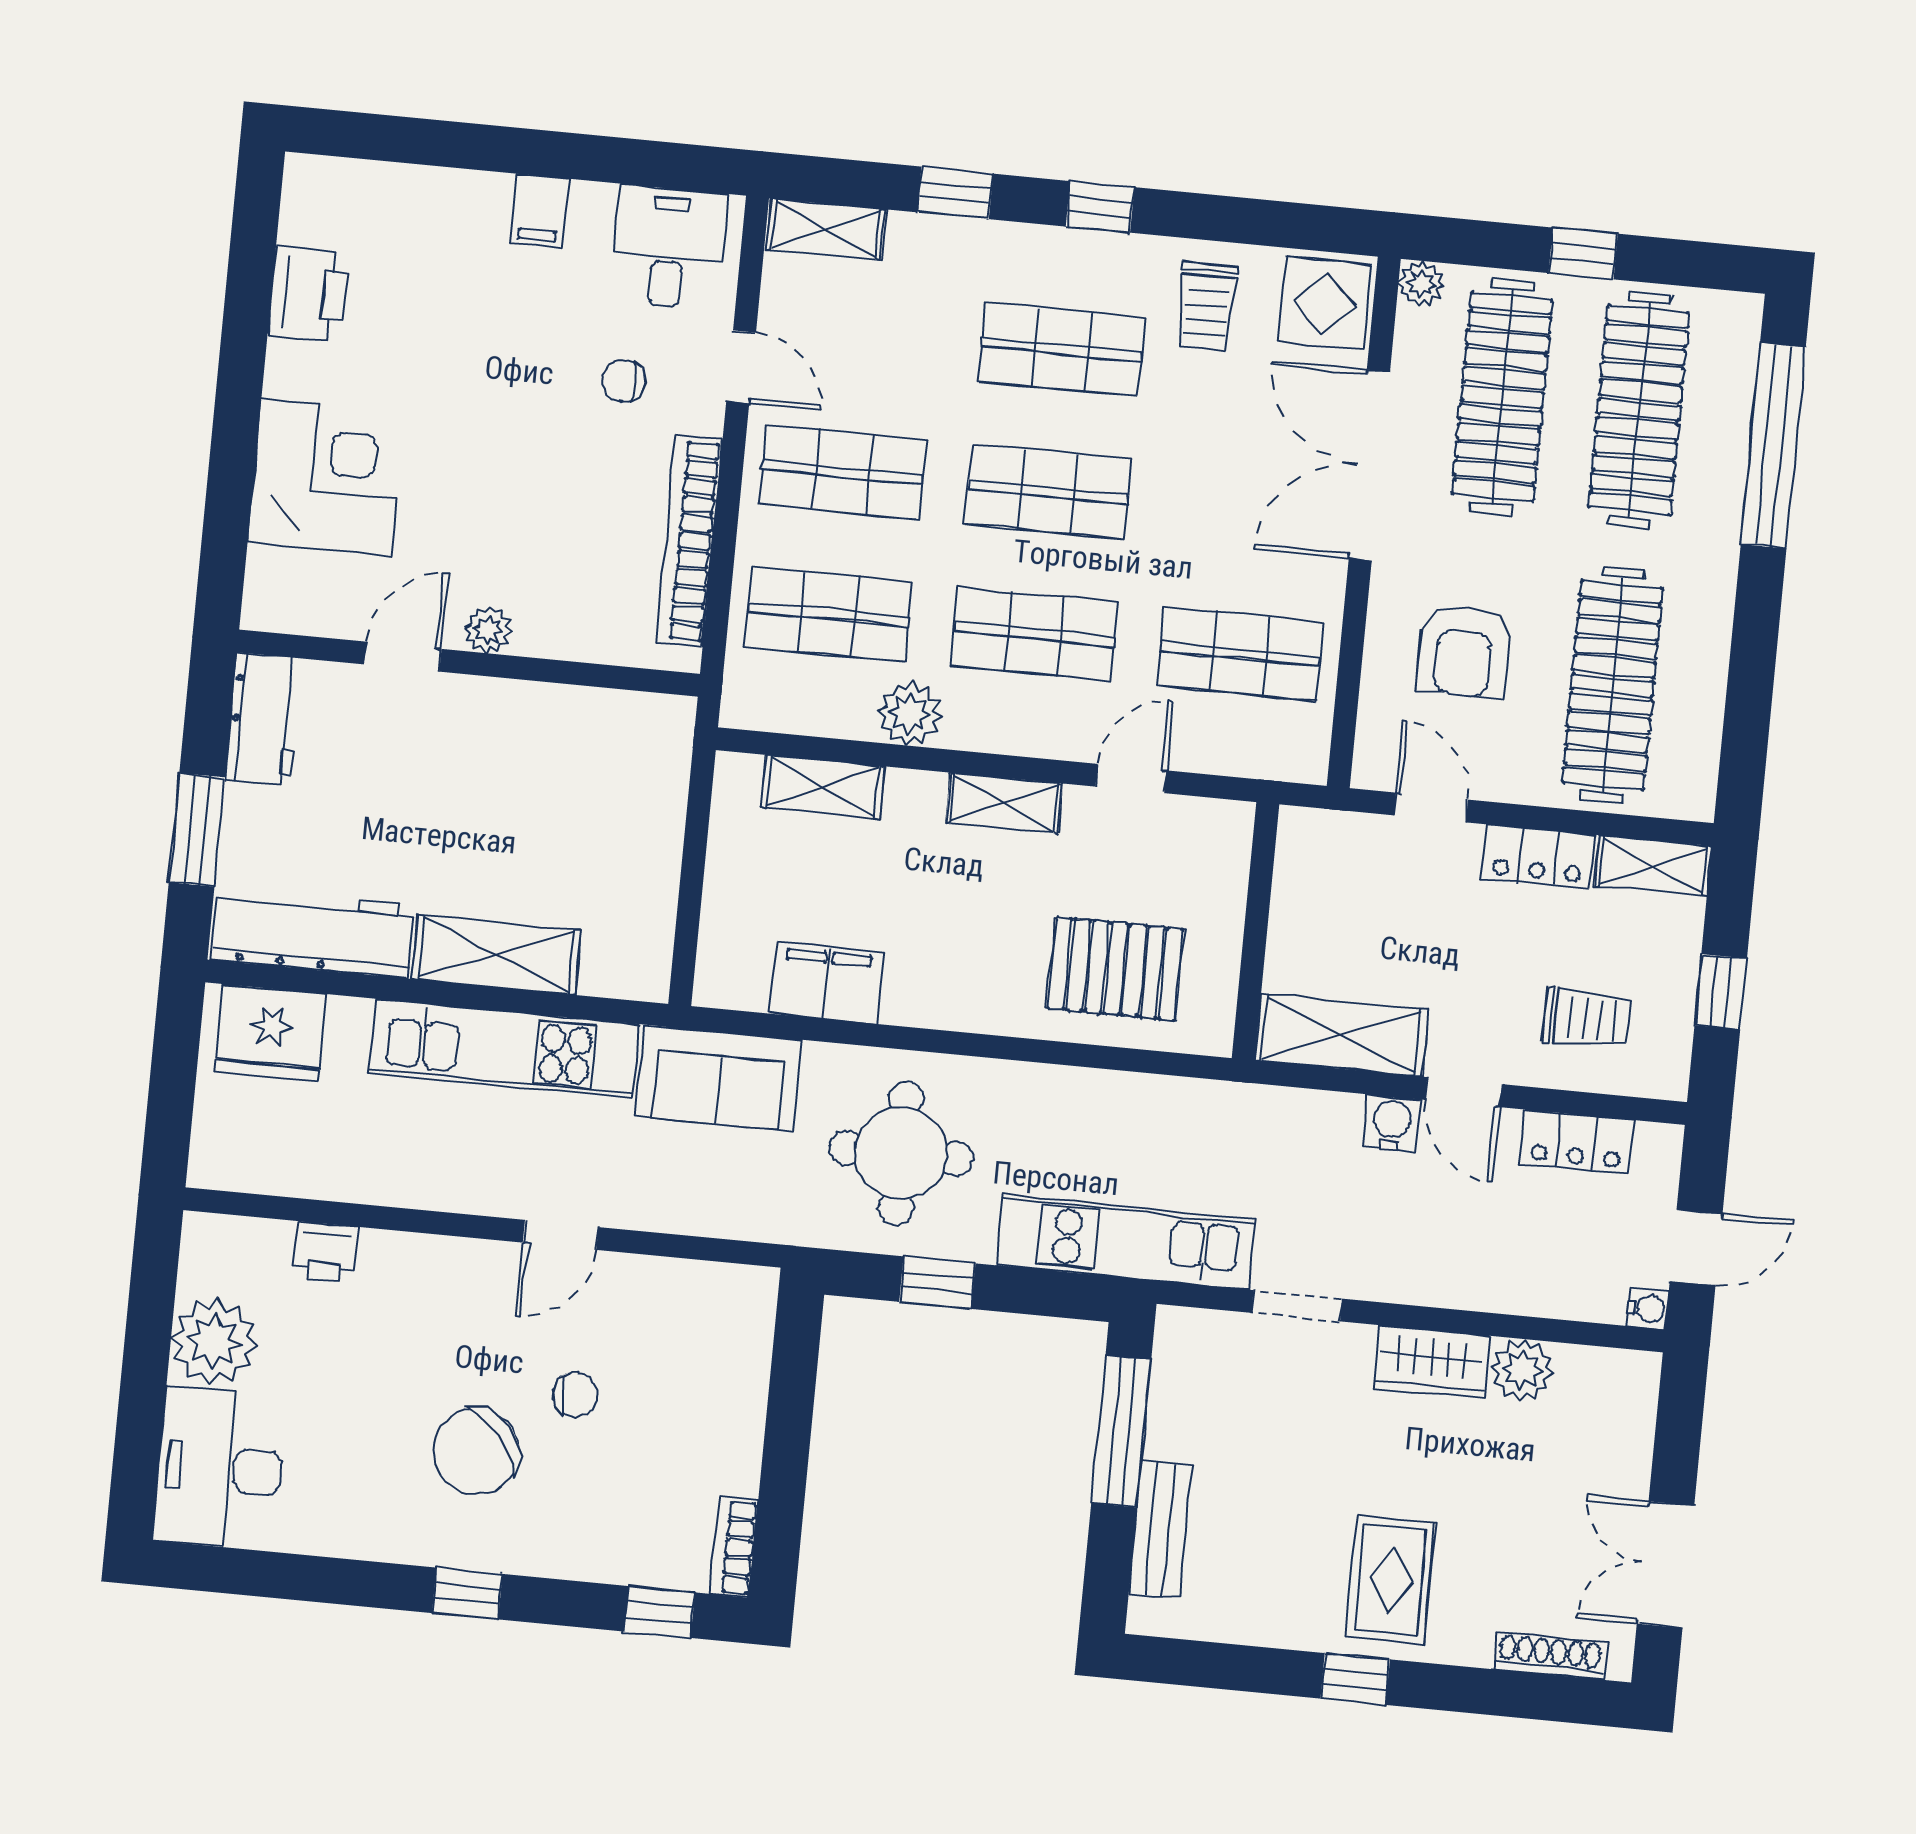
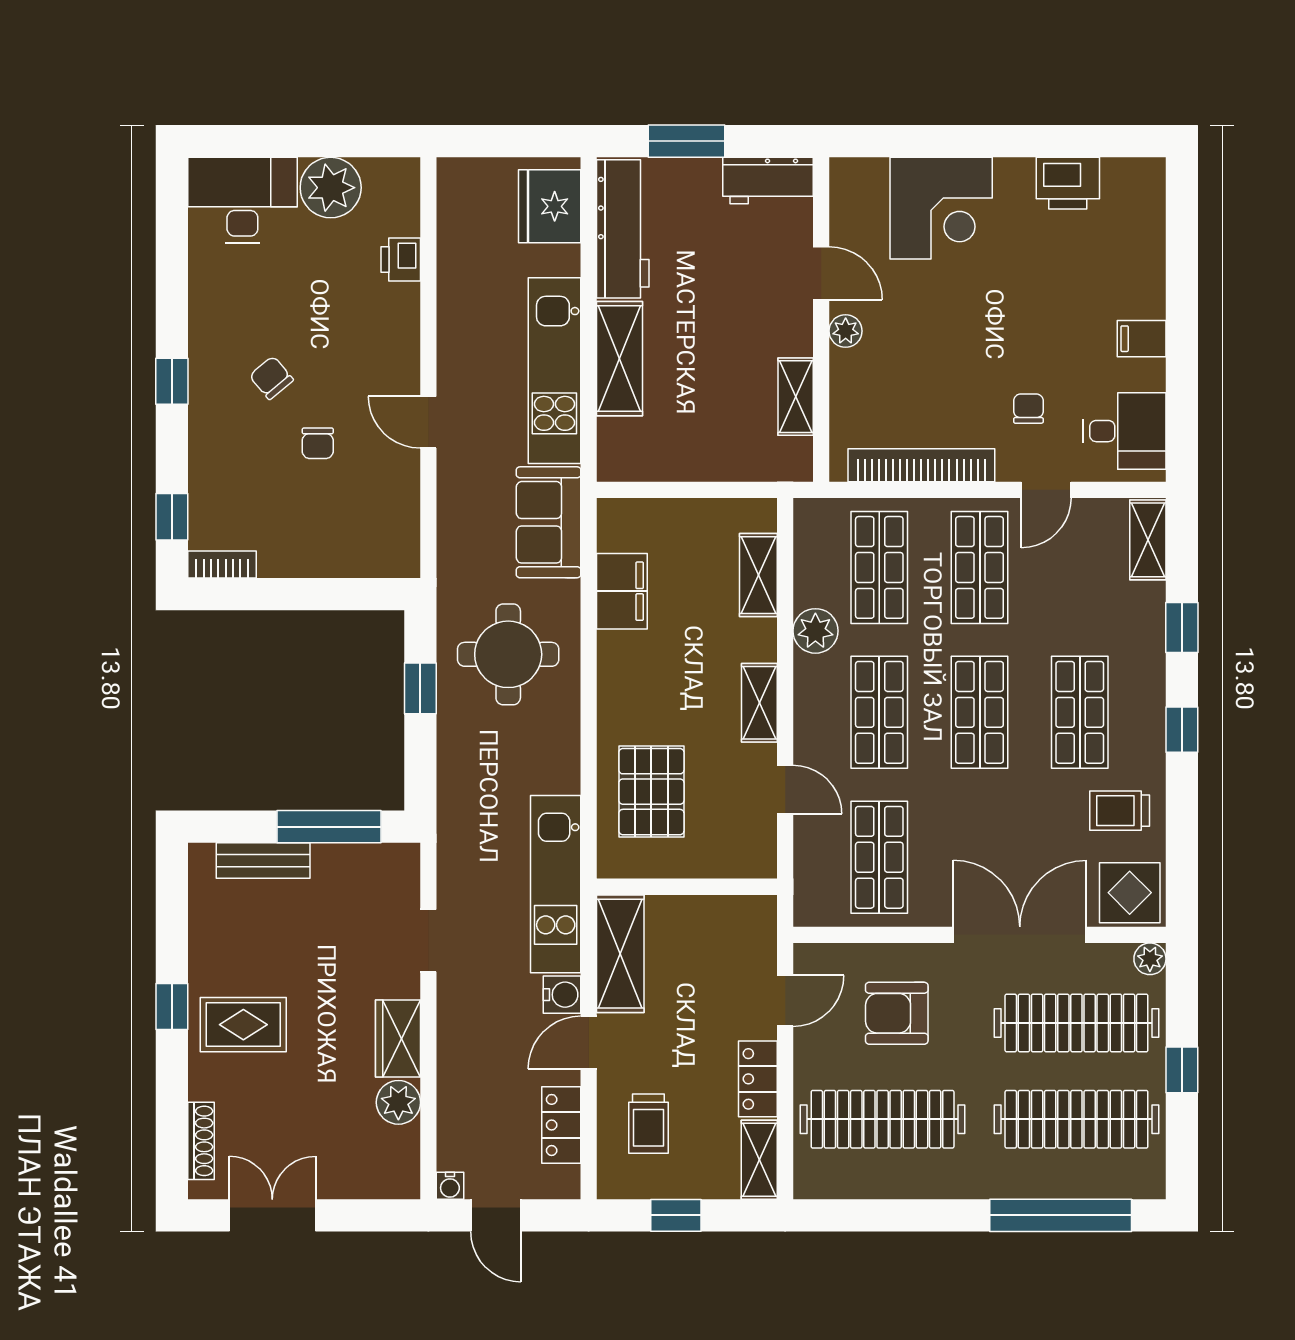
shelving: (574, 710) -> (796, 397), added
kitchen unit: (1126, 1242) -> (556, 884), moved, turned 180
chair: (476, 1452) -> (271, 378), width x0.54, depth x0.54

